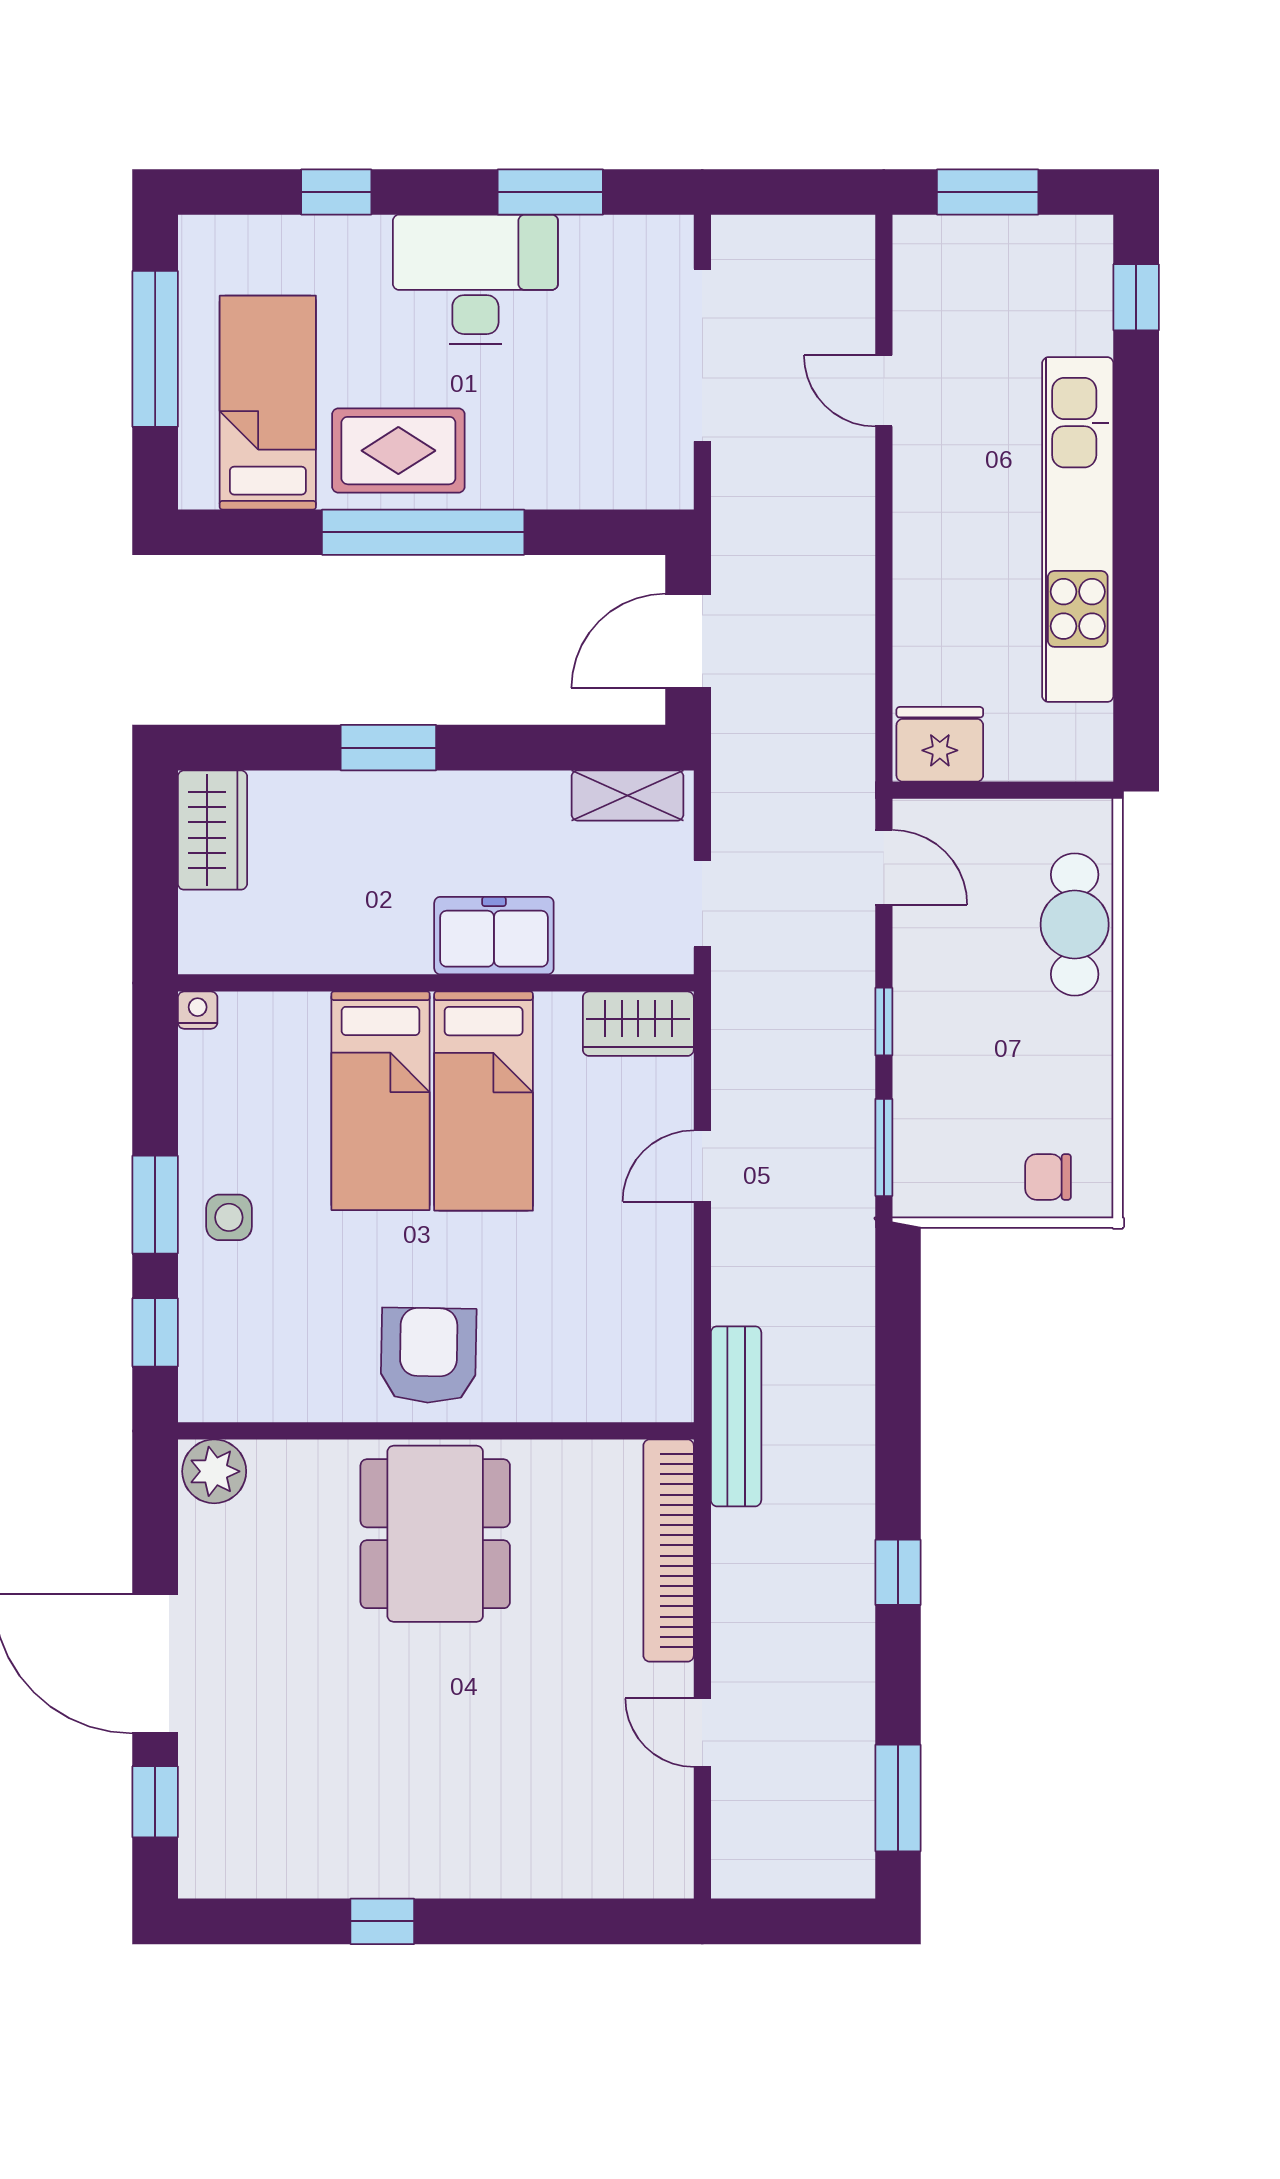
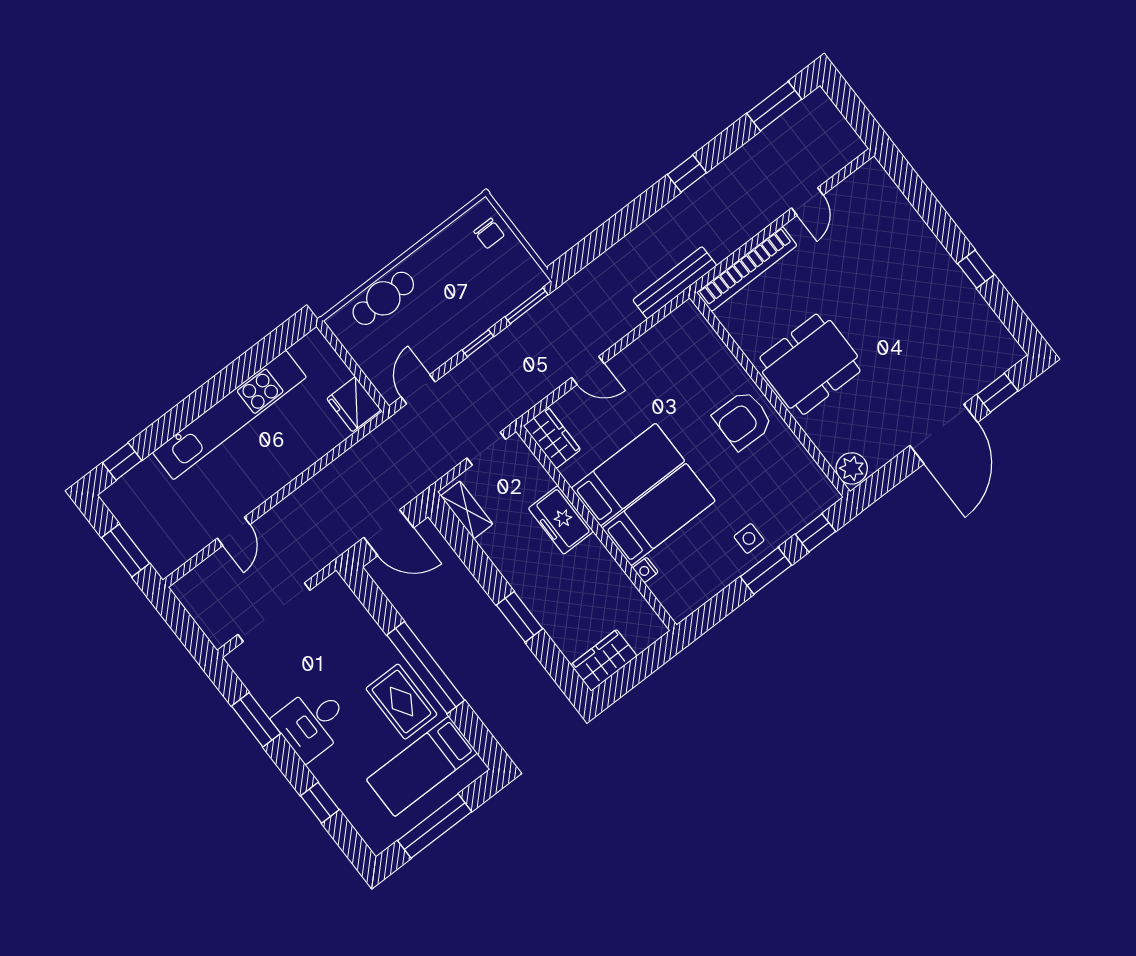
desk: (475, 280) -> (312, 723), width x0.73
nightstand: (198, 1010) -> (645, 570), moved

